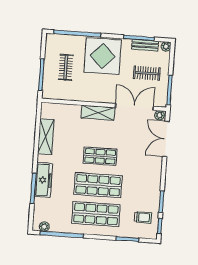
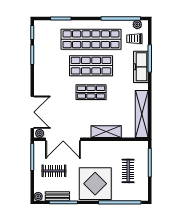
shelving: (98, 113) -> (106, 132), moved
shelving: (46, 137) -> (142, 114), width x1.47
shop shelf: (96, 214) -> (91, 39), width x1.40
trolley: (143, 217) -> (134, 39), moved

